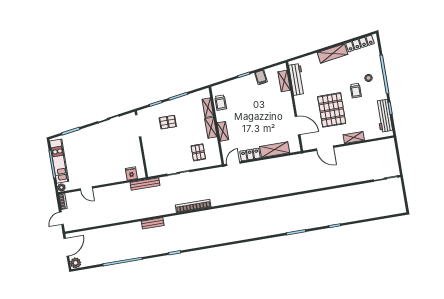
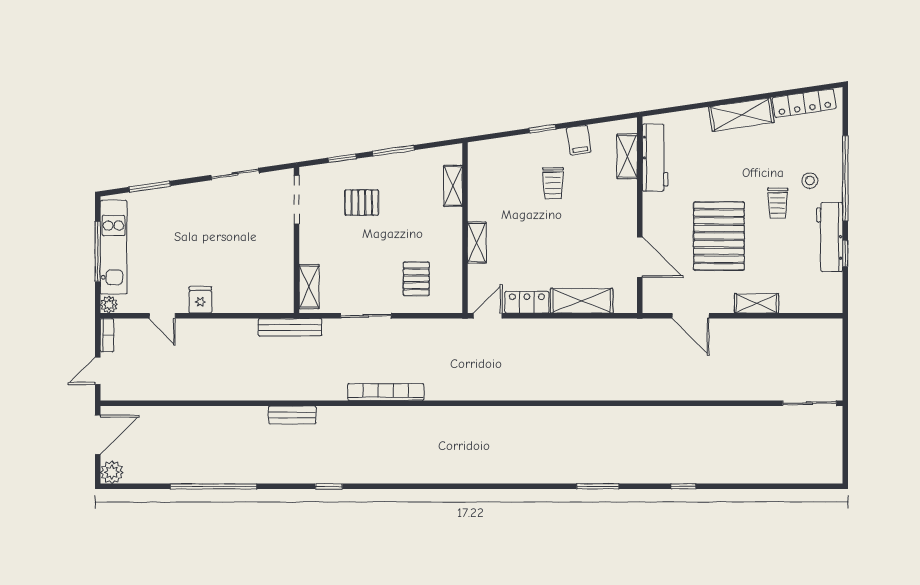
trolley: (221, 103) -> (553, 183), moved
workbench: (384, 116) -> (830, 237), moved
shelving: (211, 128) -> (309, 287), moved
fridge: (131, 173) -> (200, 300), moved

